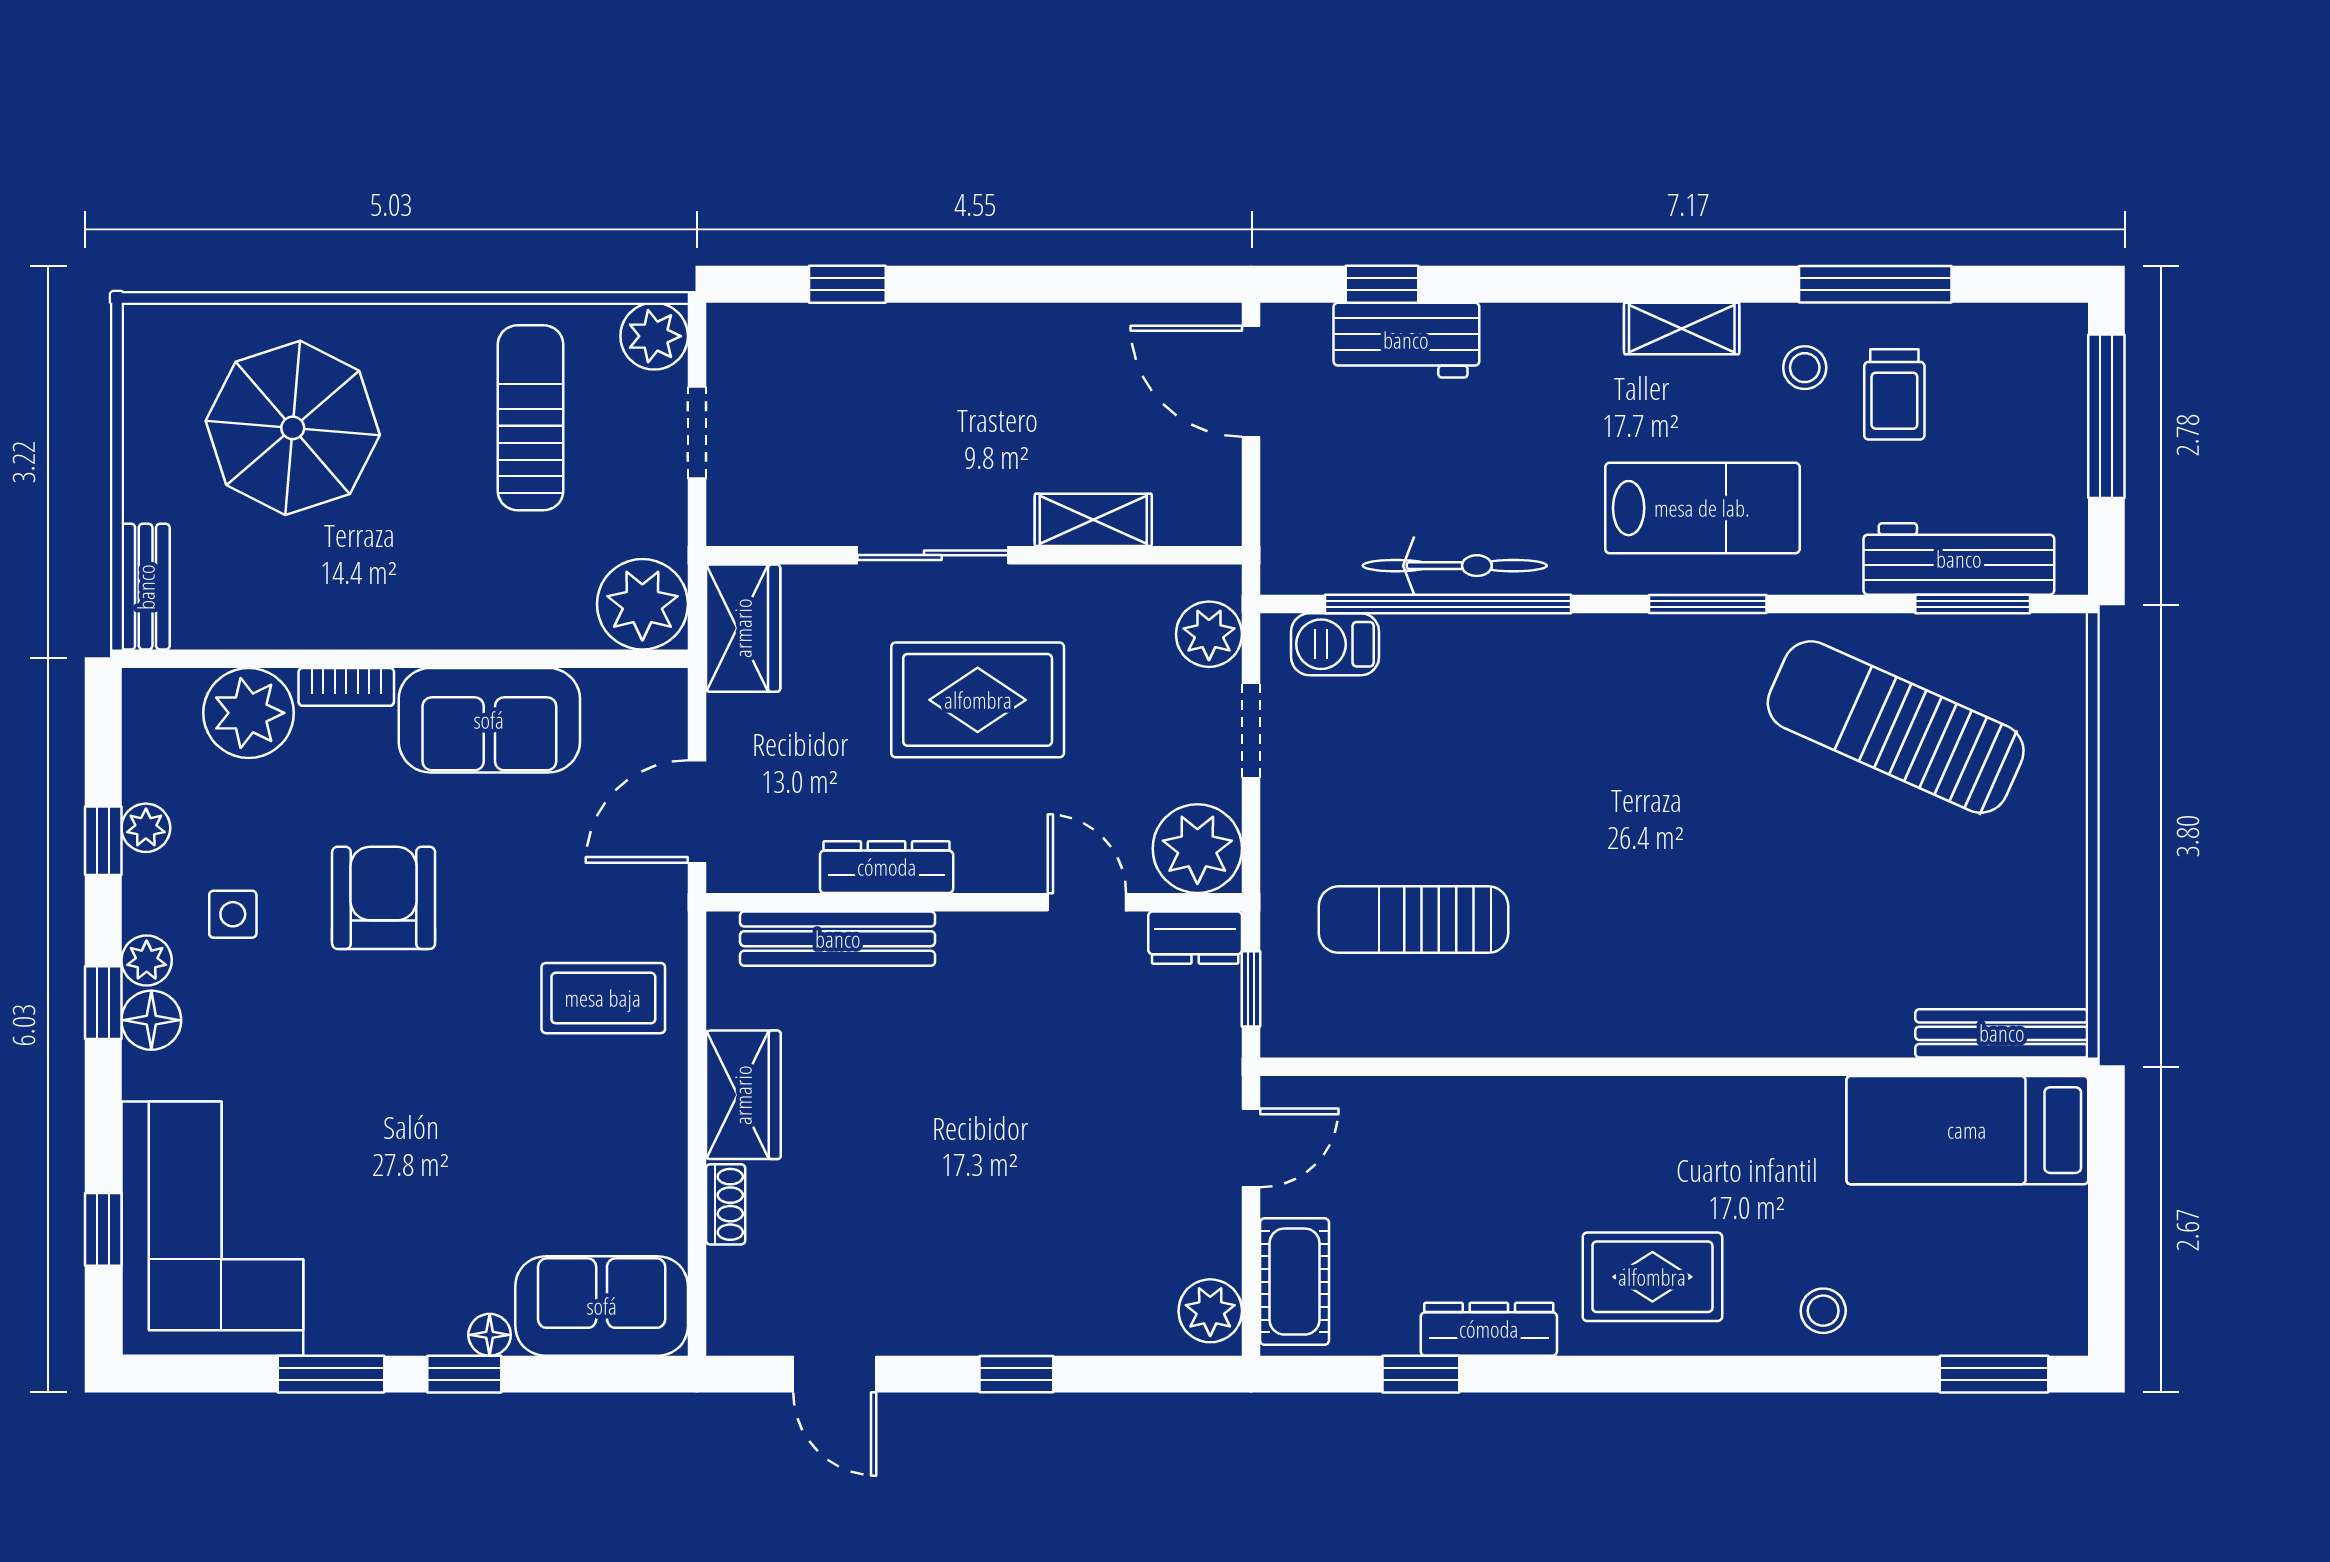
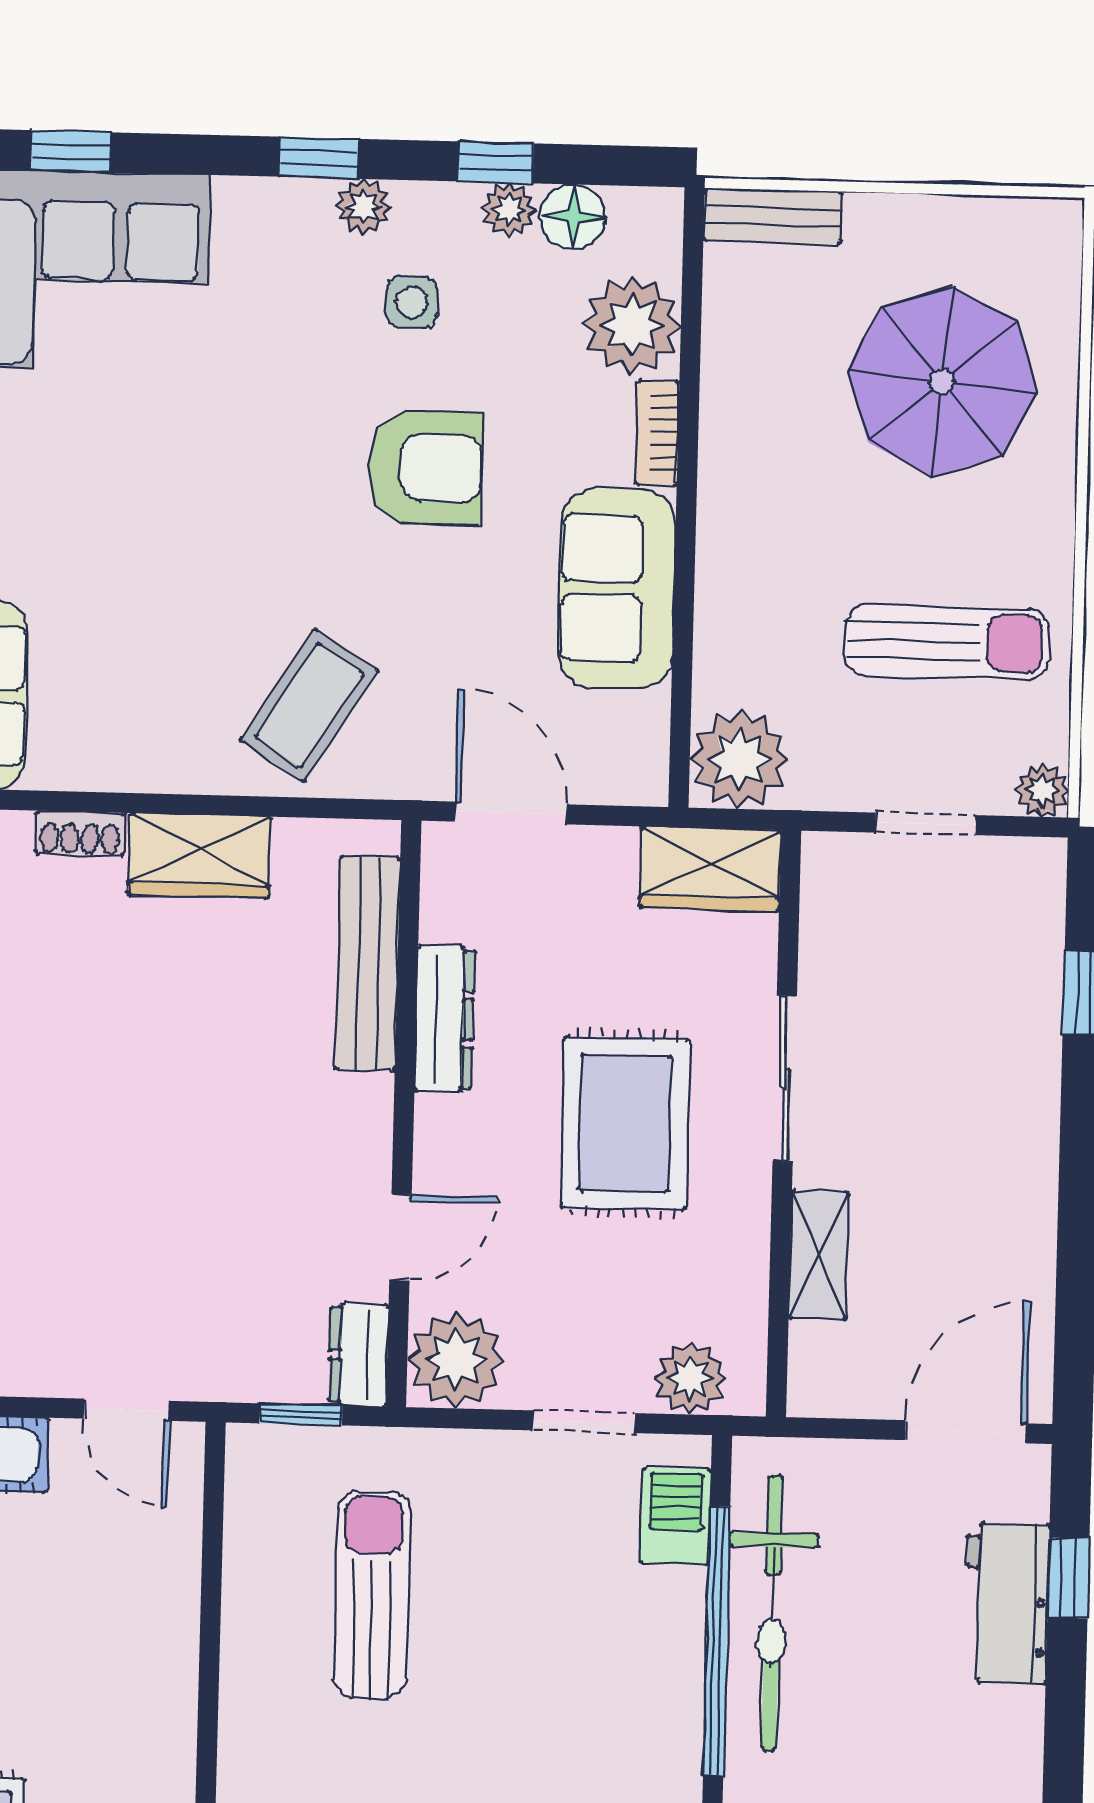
plant: (654, 336) -> (1042, 790), width x0.73, depth x0.73
bicycle: (1455, 566) -> (772, 1613), width x1.37, depth x1.40
coffee table: (603, 998) -> (309, 705), turned 32
floor lamp: (151, 1020) -> (573, 217), moved

